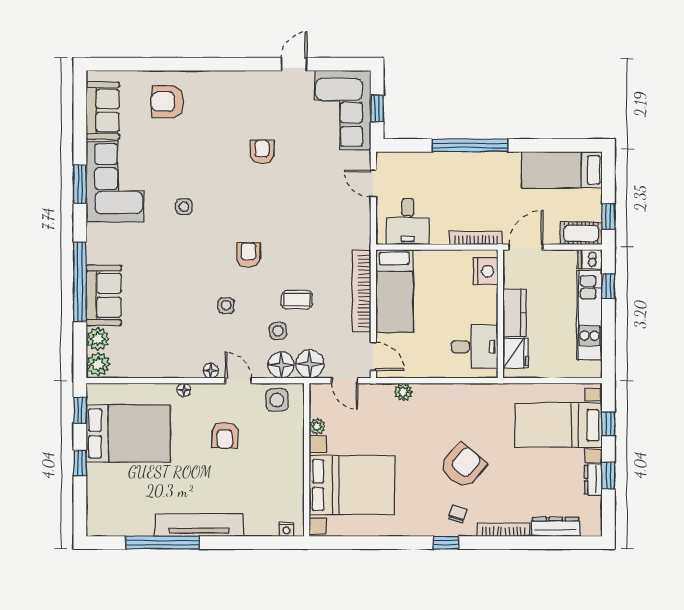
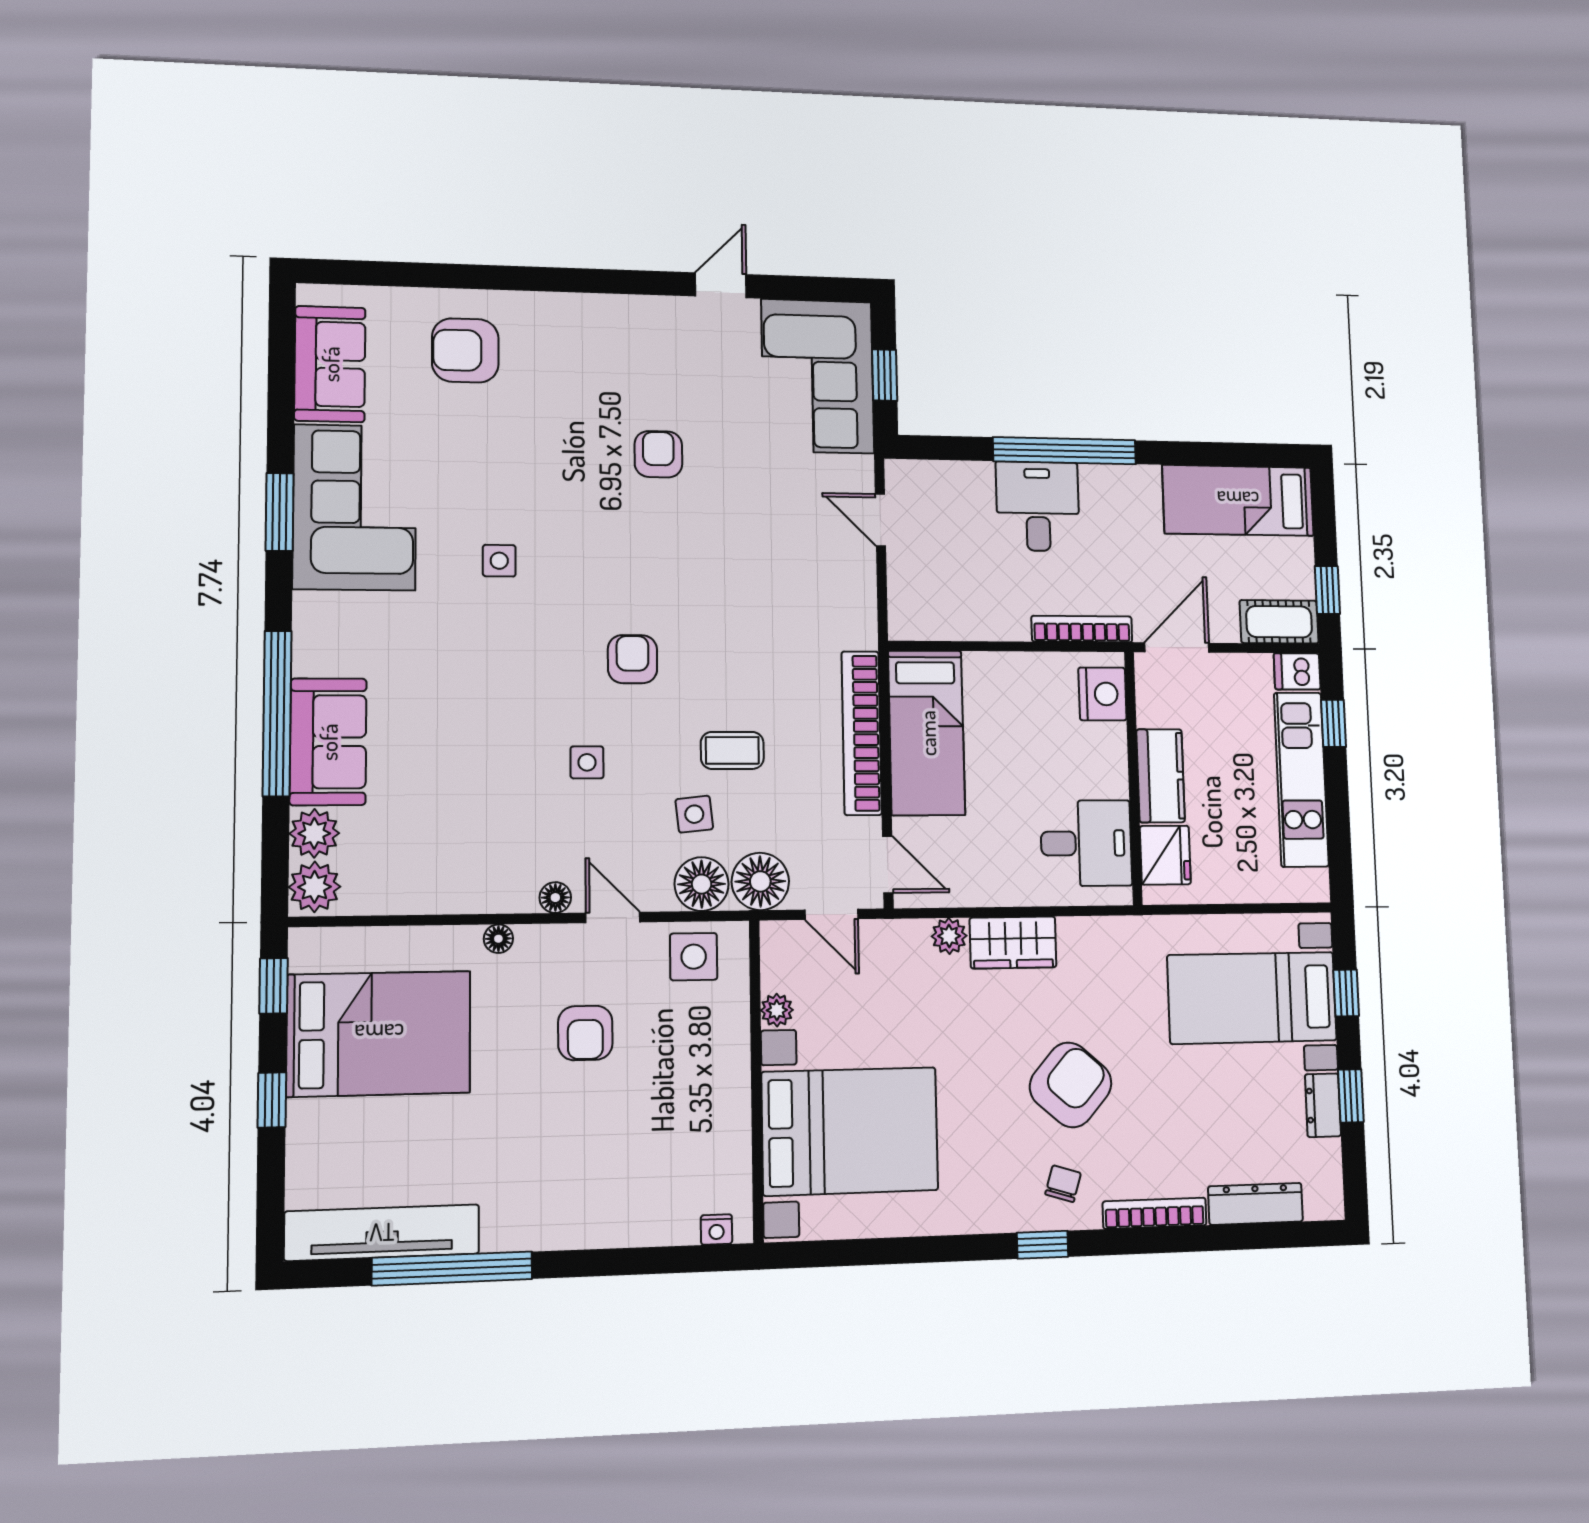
desk: (408, 222) -> (1038, 506), moved, turned 180
wardrobe: (436, 396) -> (1013, 942), added
tv unit: (199, 525) -> (382, 1233), moved

